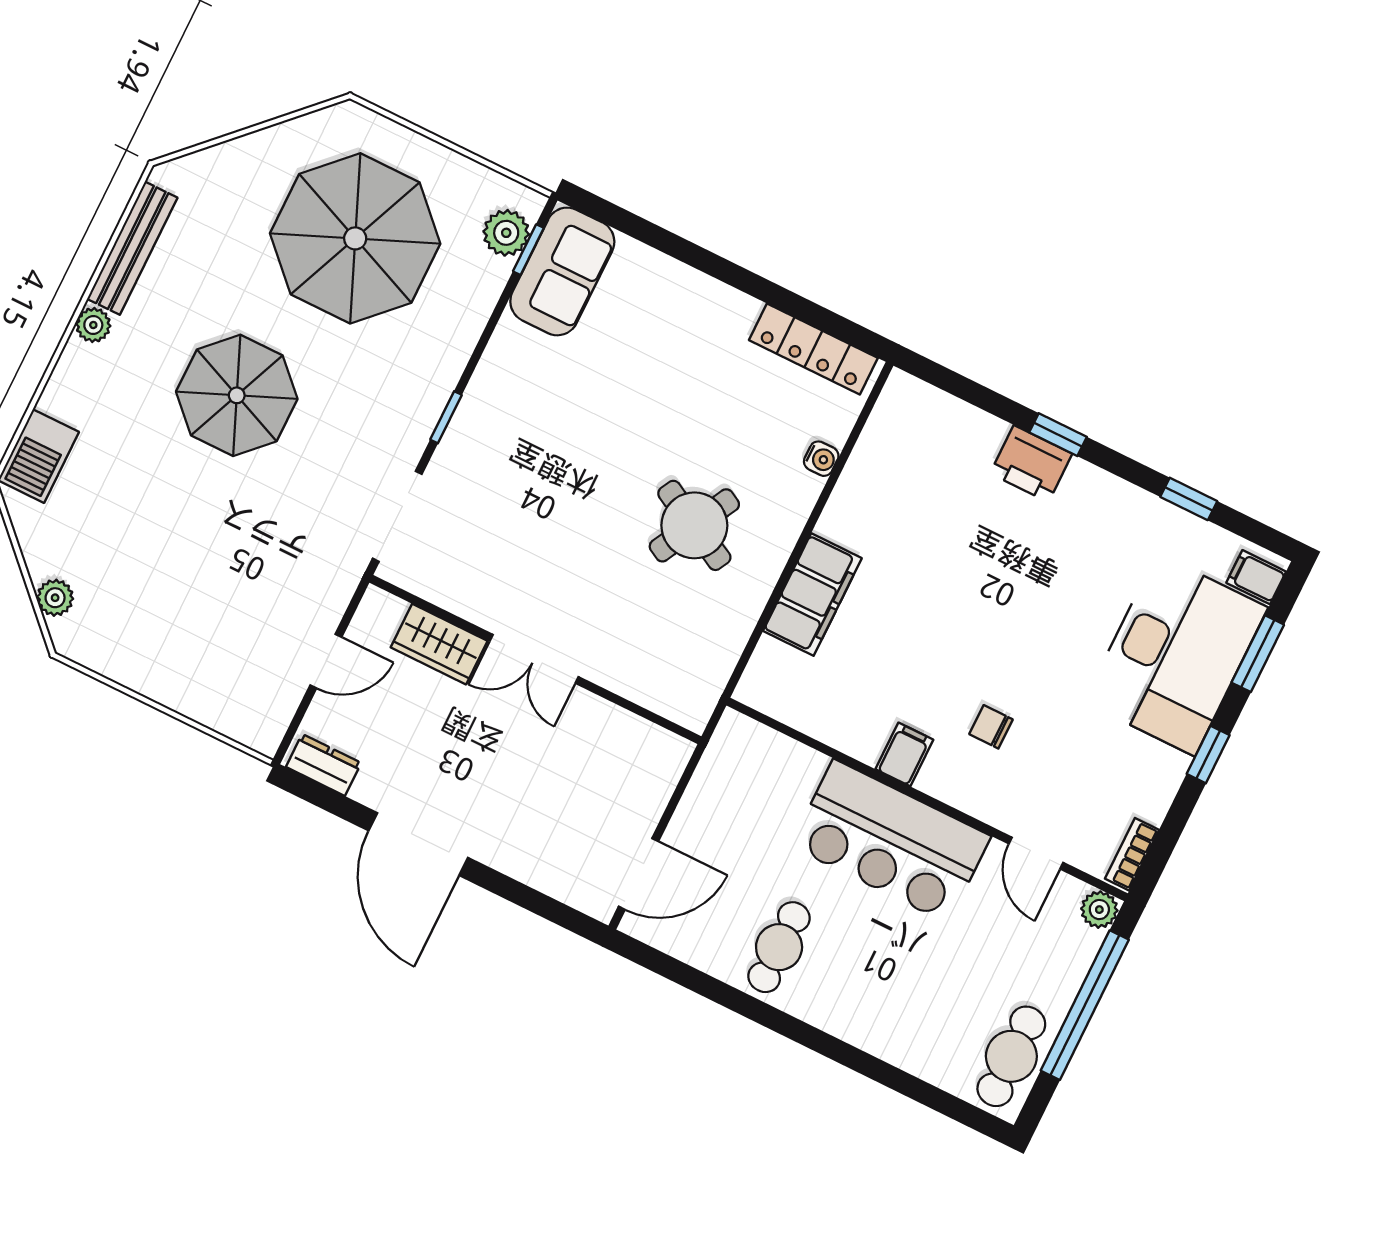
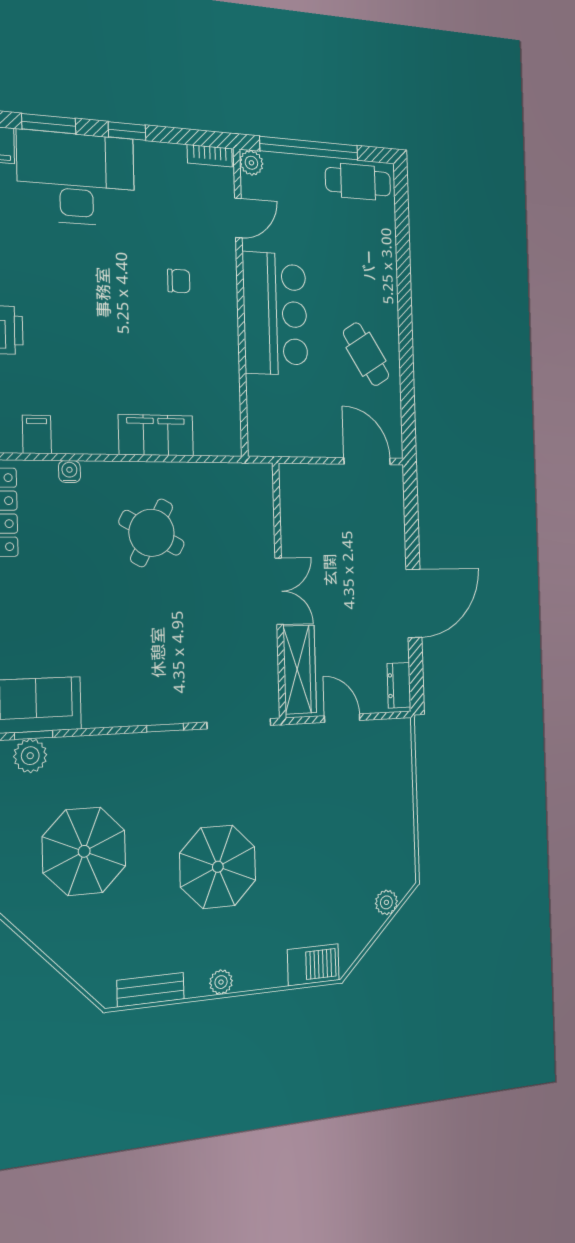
parasol: (355, 238) -> (84, 851), width x0.73, depth x0.73
bench: (132, 248) -> (151, 990), width x0.73
wardrobe: (439, 644) -> (300, 669), width x1.50
chair: (991, 727) -> (179, 281), turned -90
filing cabinet: (904, 754) -> (37, 434), moved, turned 90
cafe table: (779, 947) -> (366, 354), turned 58

